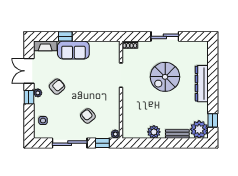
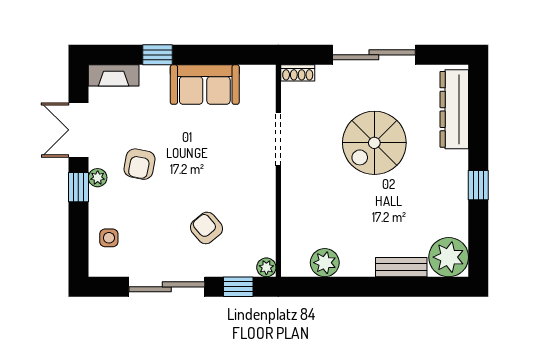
sliding door: (165, 36) -> (374, 55), width x1.37
sofa: (73, 50) -> (205, 85), moved
dresser: (202, 84) -> (454, 109), moved
armchair: (57, 87) -> (139, 164), turned 142
window: (213, 120) -> (478, 185), moved
plant: (154, 132) -> (325, 263), moved

